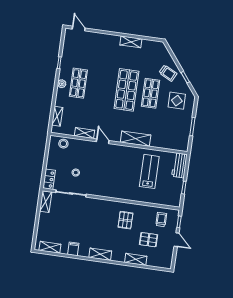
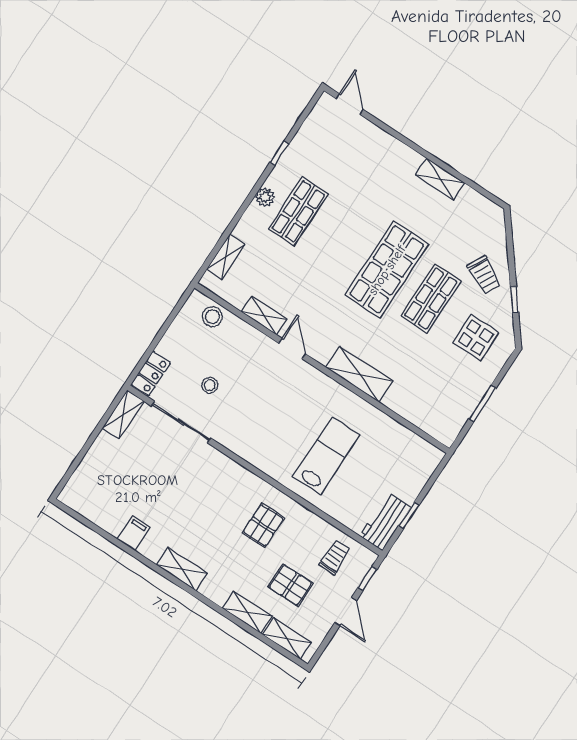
workbench: (179, 165) -> (385, 522), moved
lab bench: (149, 171) -> (326, 456), moved
shelving: (50, 247) -> (287, 638), moved

